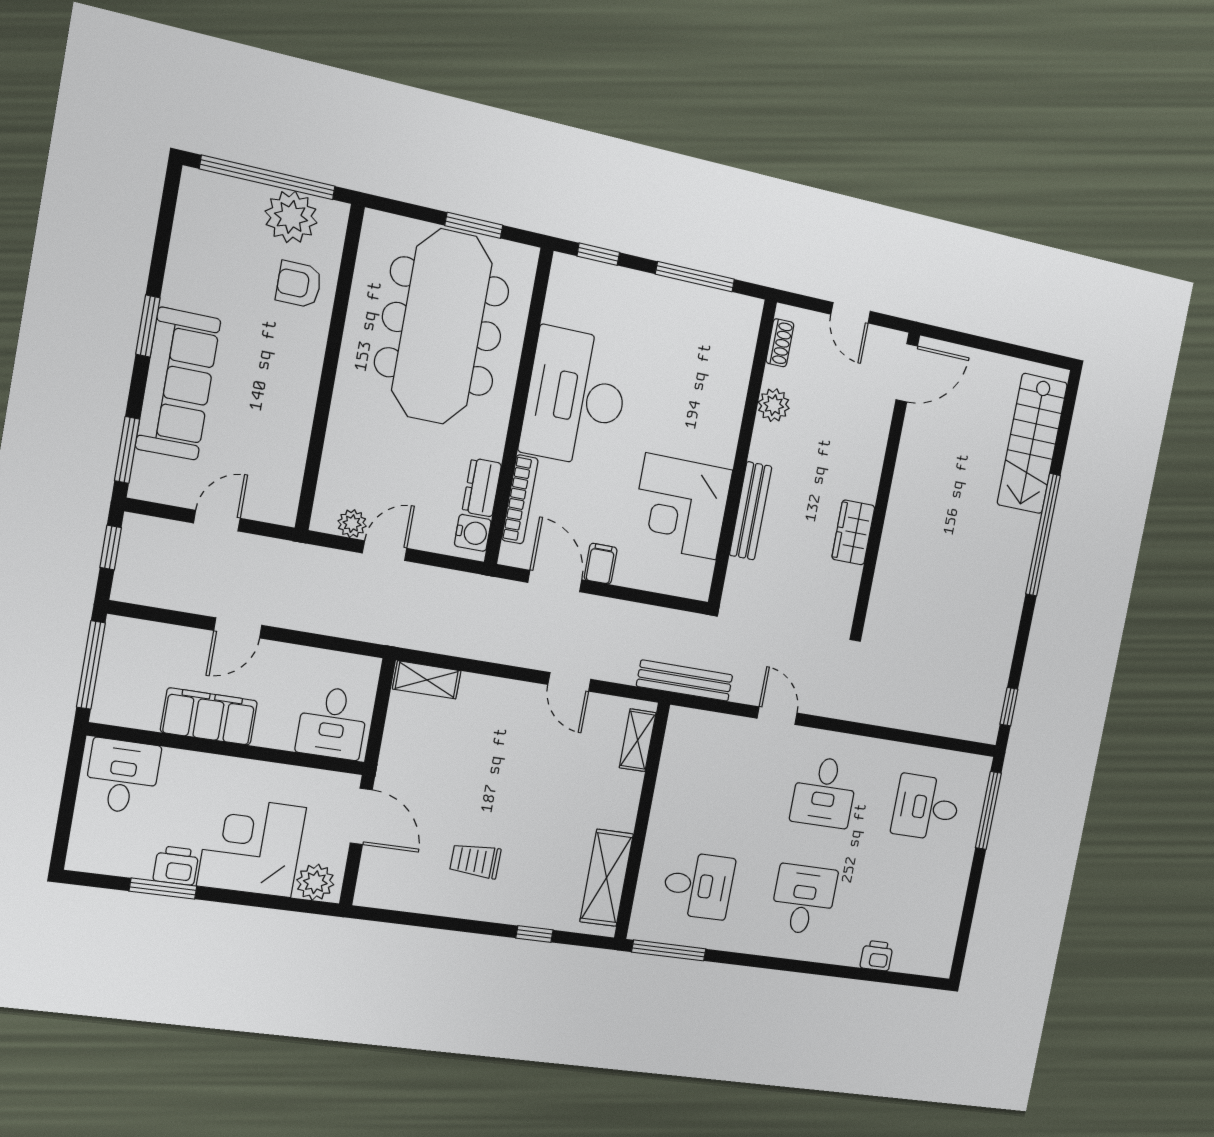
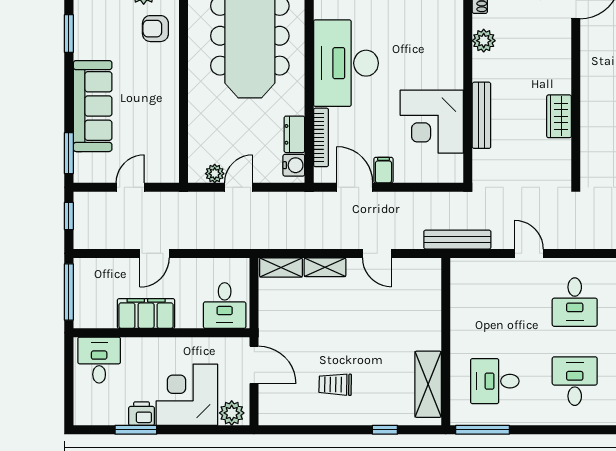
window: (148, 326) -> (69, 34), moved
shelving: (638, 740) -> (325, 267), moved, turned 90
desk: (698, 886) -> (495, 381), turned 180

